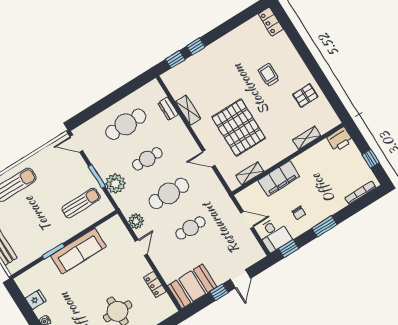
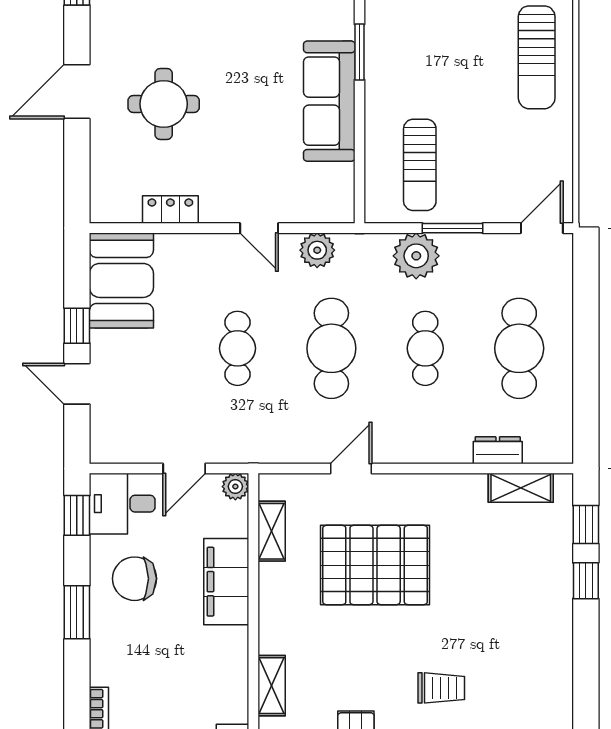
shelving: (188, 110) -> (521, 488), moved
plant: (242, 197) -> (235, 487), added
chair: (299, 213) -> (135, 579), width x1.87, depth x1.87

